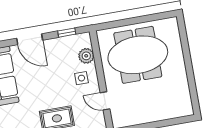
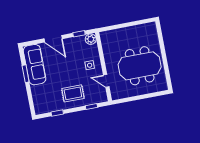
meeting table: (138, 55) -> (140, 66), moved
plant: (86, 56) -> (91, 39), moved

